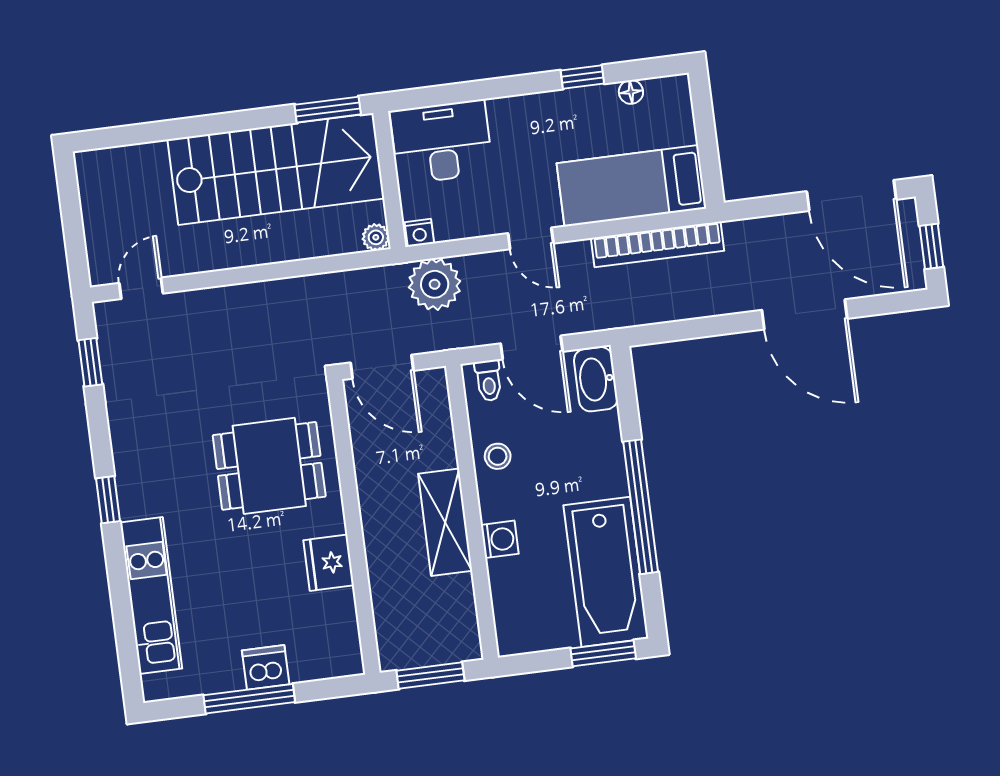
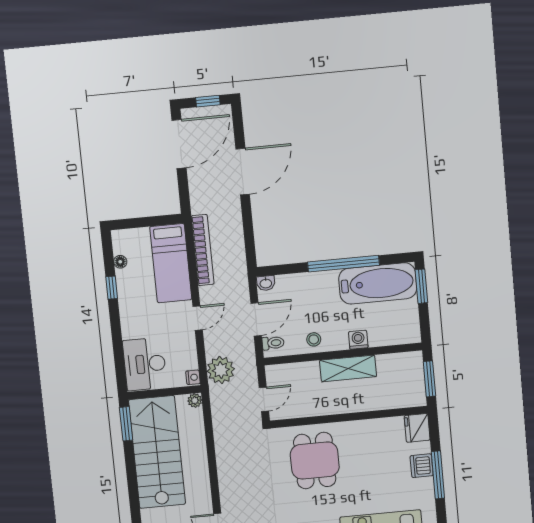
door: (382, 367) -> (264, 399), width x0.73
washbasin: (596, 379) -> (266, 283), width x0.52, depth x0.69
fridge: (329, 563) -> (417, 428), moved, turned 90

